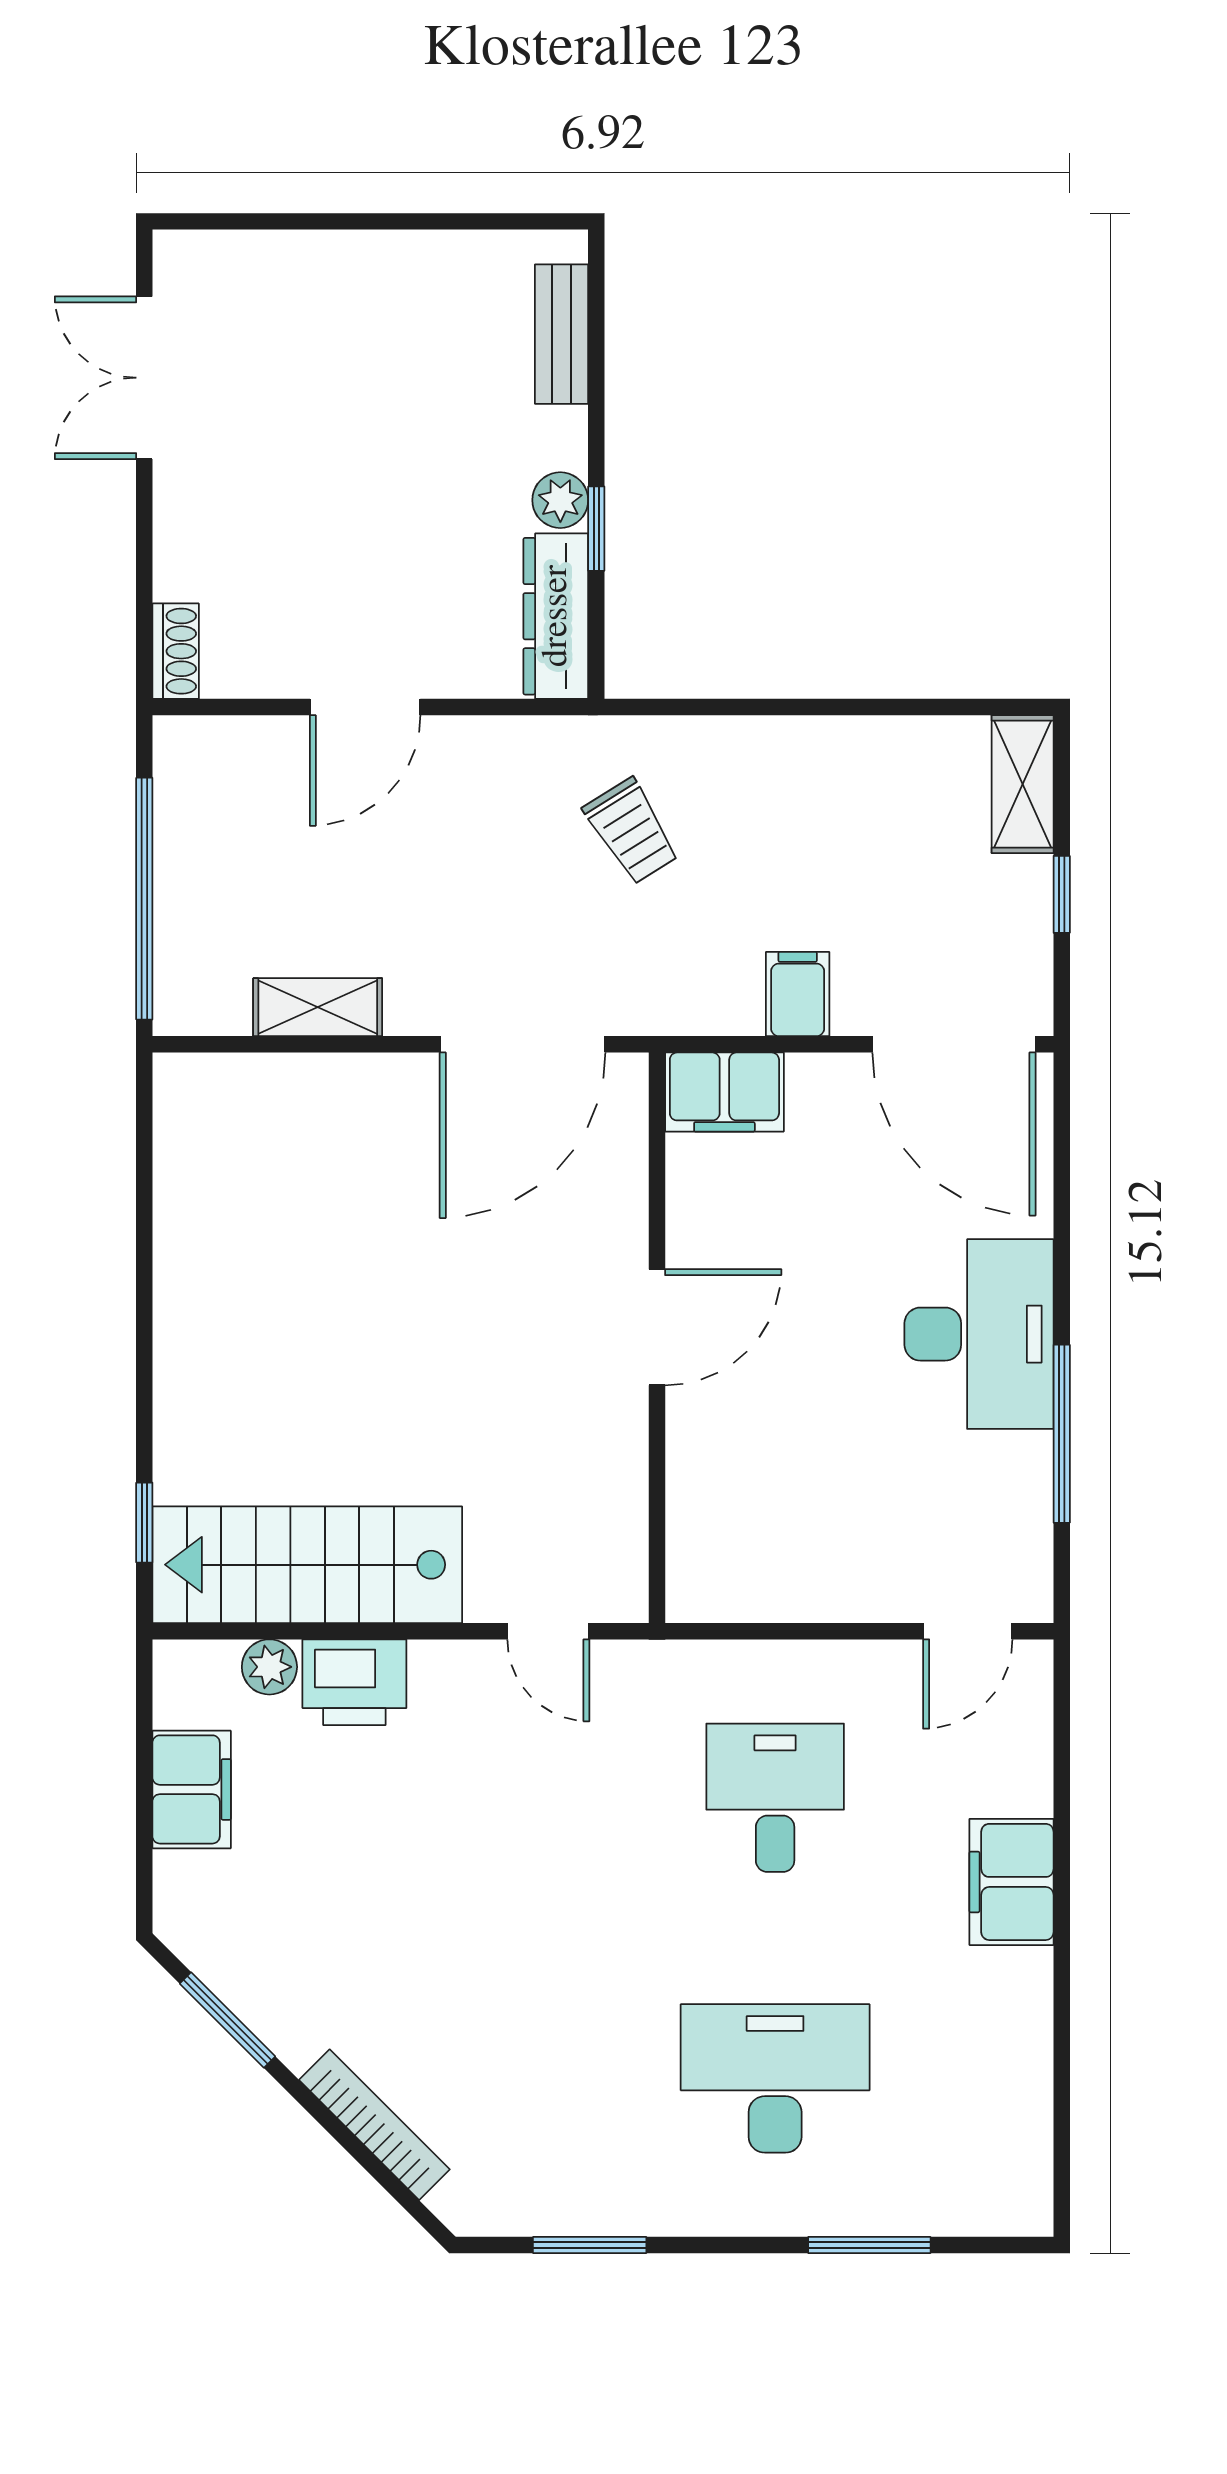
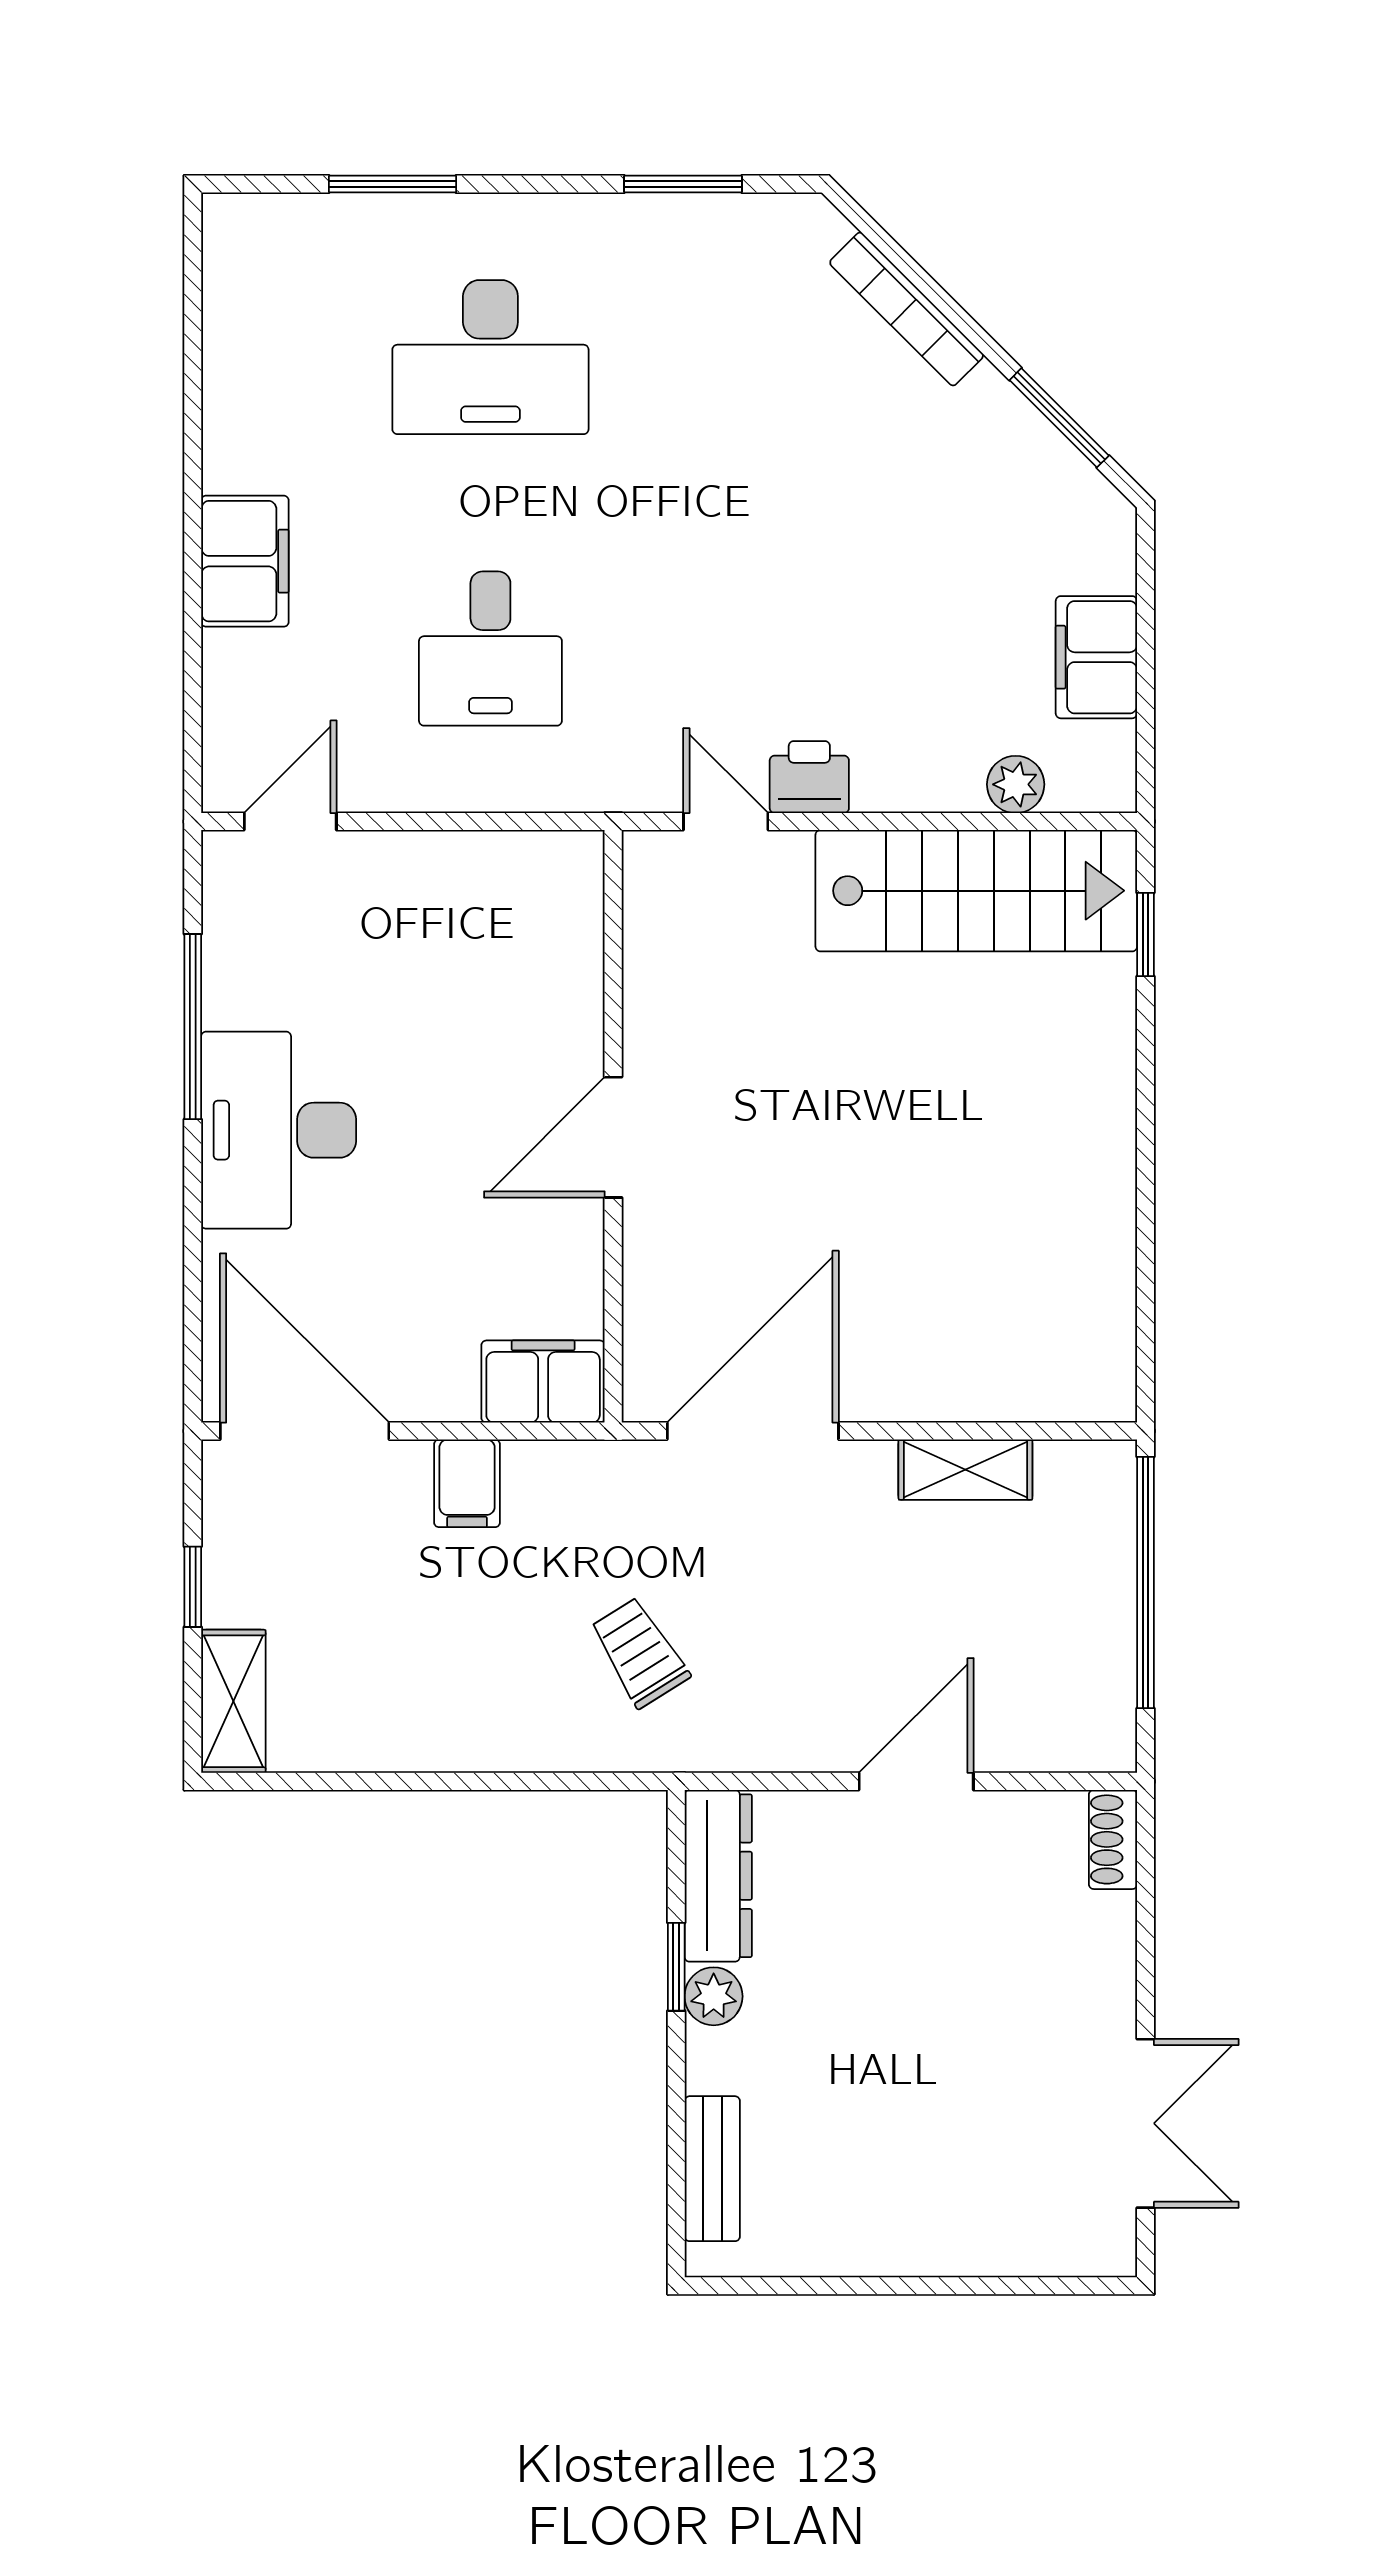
printer: (354, 1682) -> (809, 777), moved, width x0.73, depth x0.81

